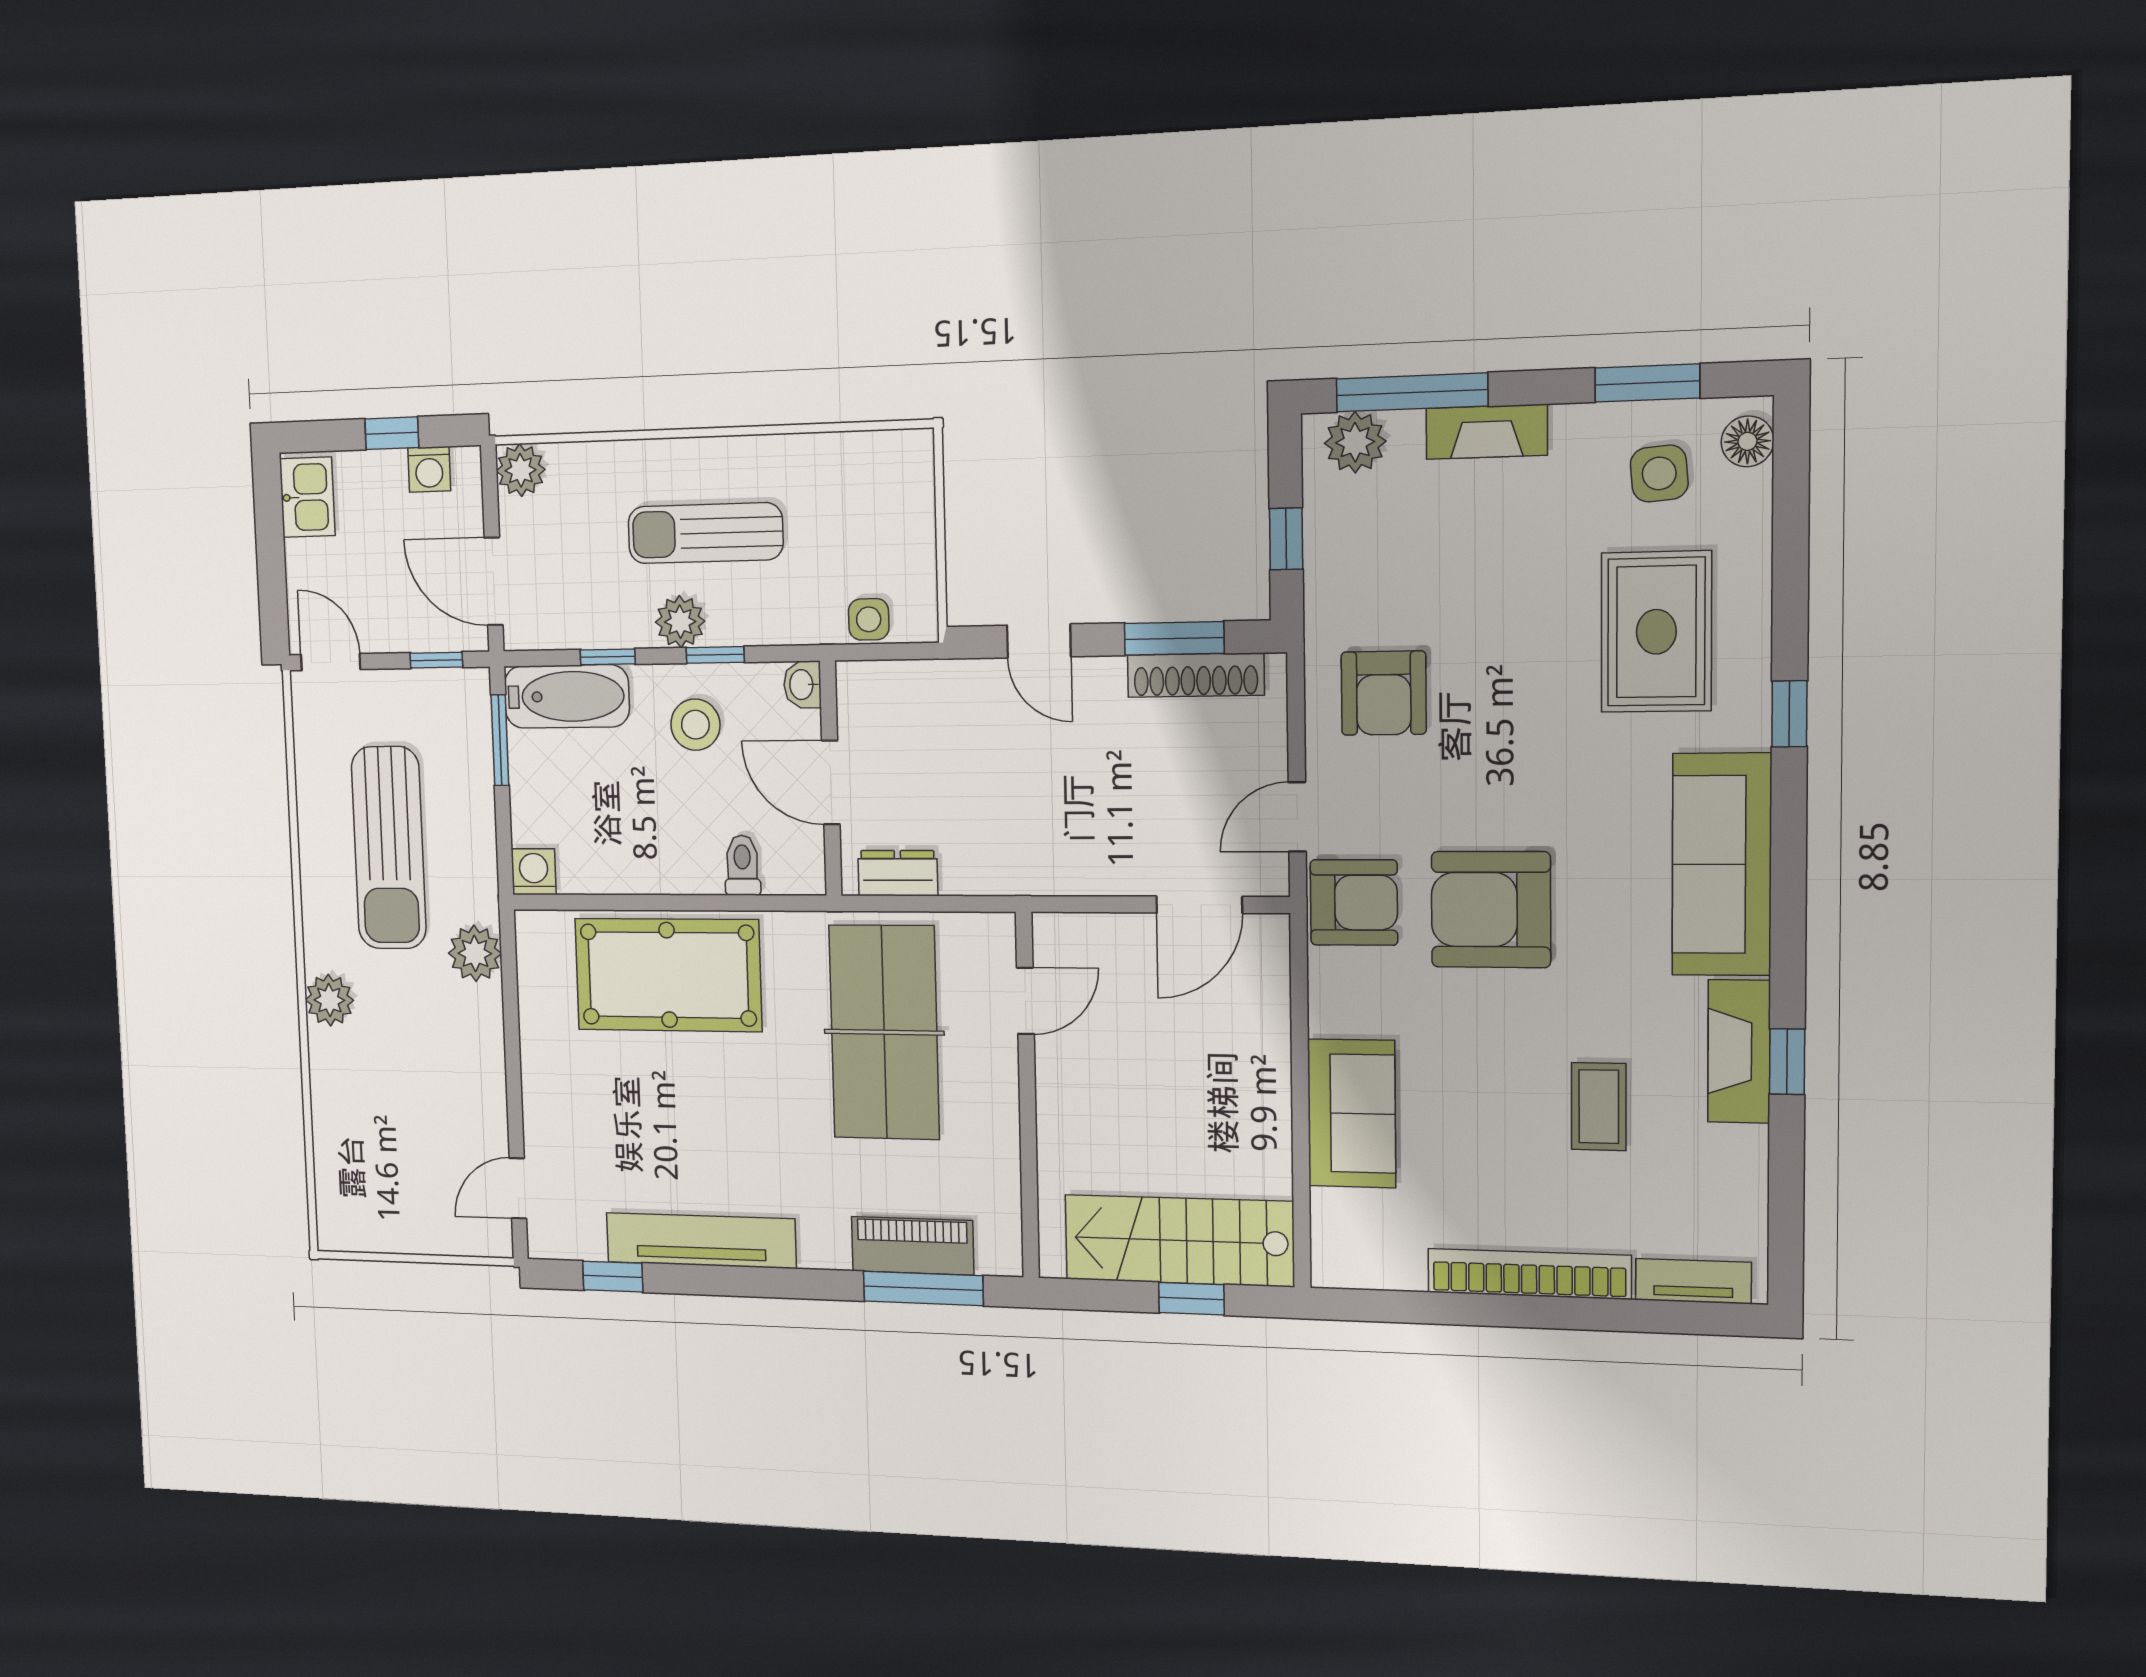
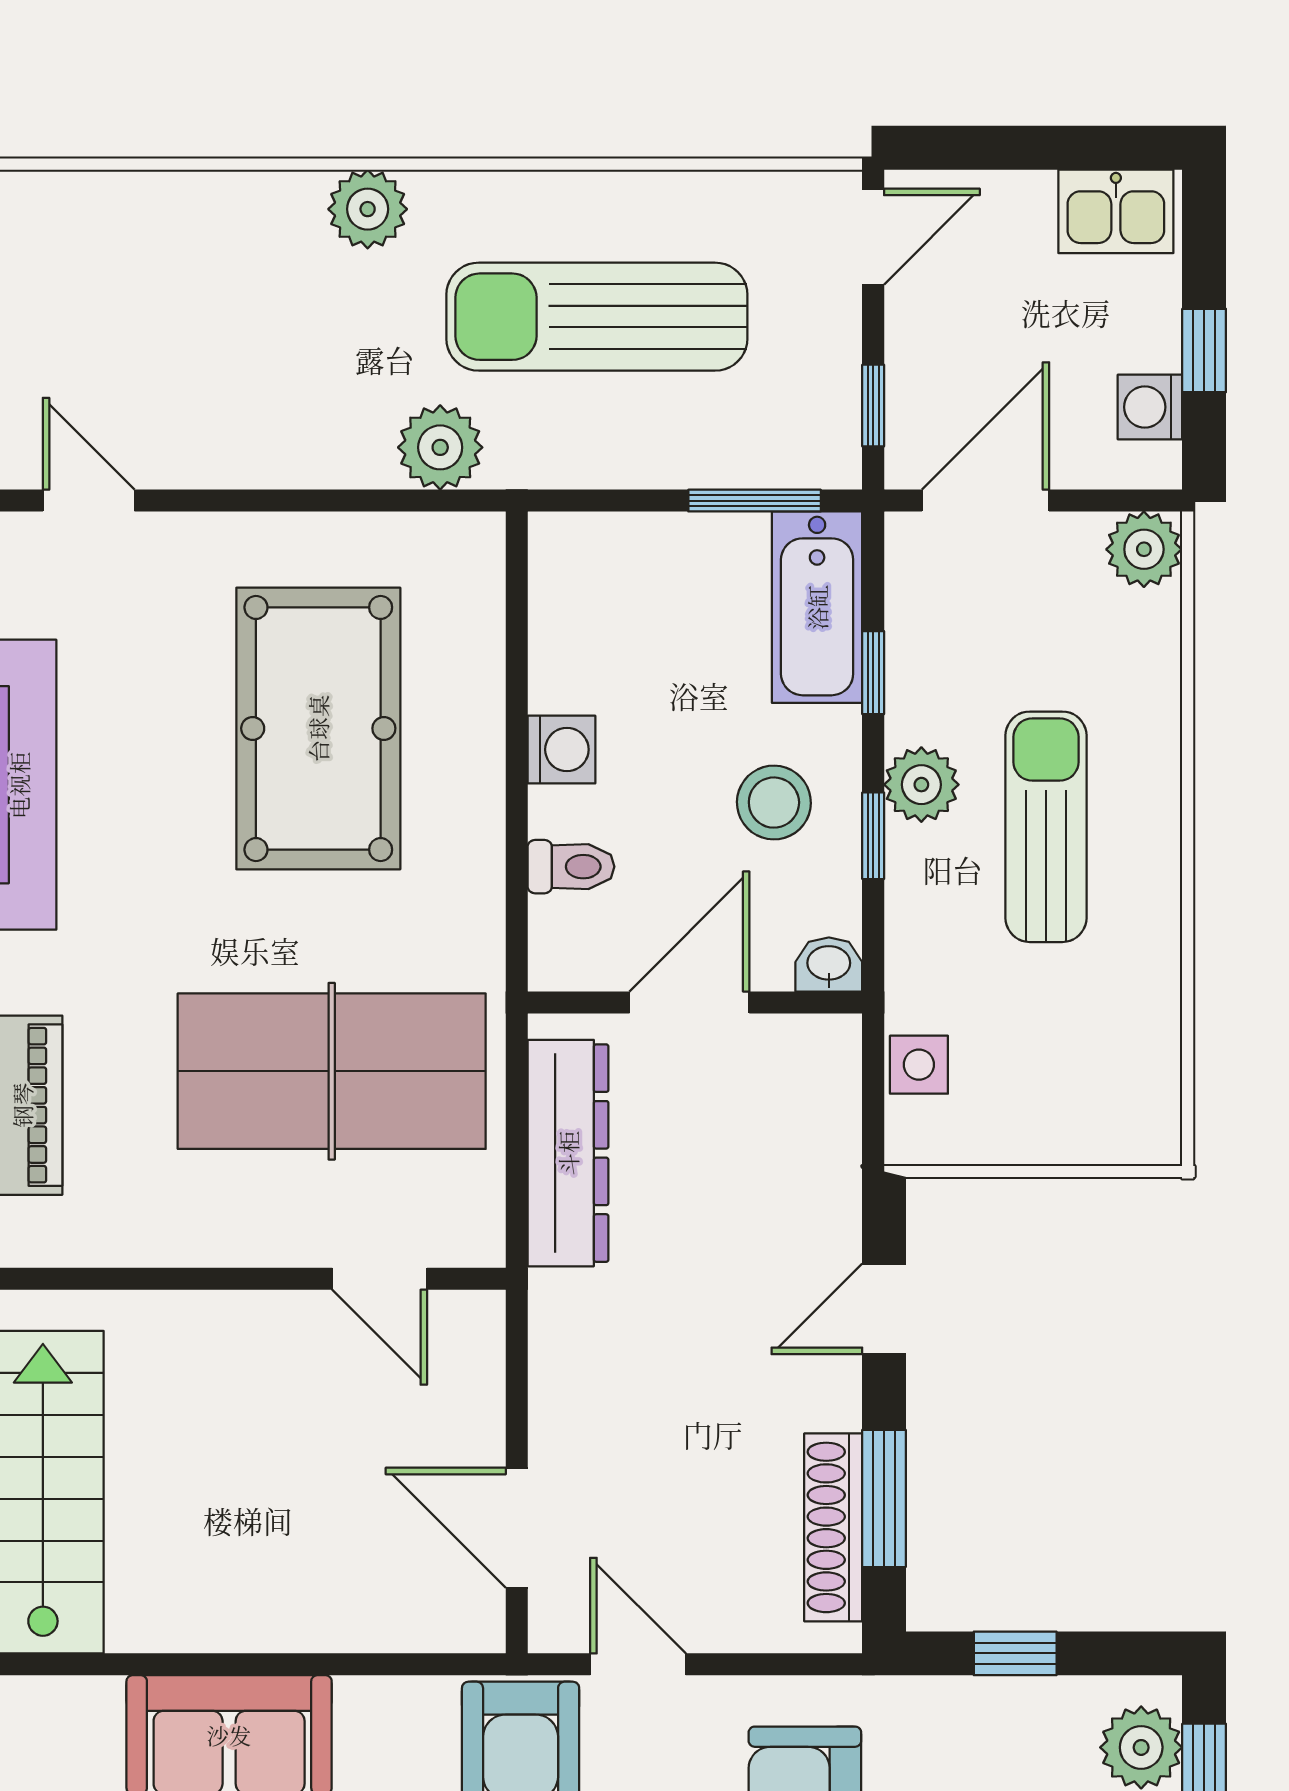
washing machine: (534, 872) -> (561, 750), moved
dresser: (898, 873) -> (568, 1153), width x1.96, depth x1.24
pool table: (668, 975) -> (318, 728), moved

